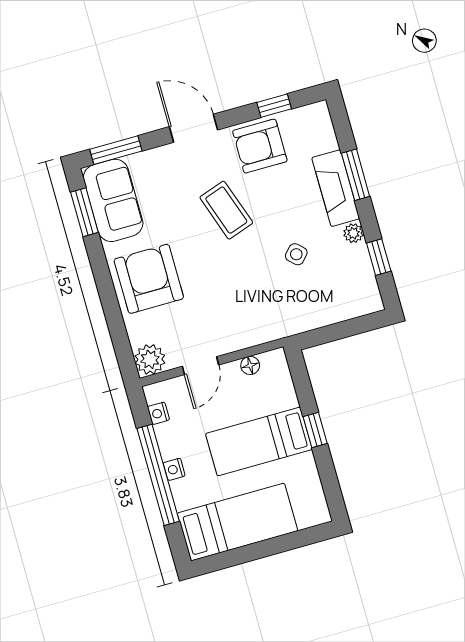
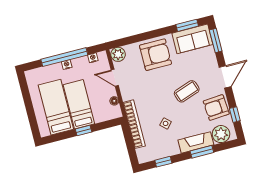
armchair: (260, 146) -> (216, 108), turned -94
plant: (353, 233) -> (221, 134), moved, width x1.88, depth x1.88
bookcase: (299, 322) -> (134, 124), added
bed: (238, 522) -> (56, 107), moved, turned 180

